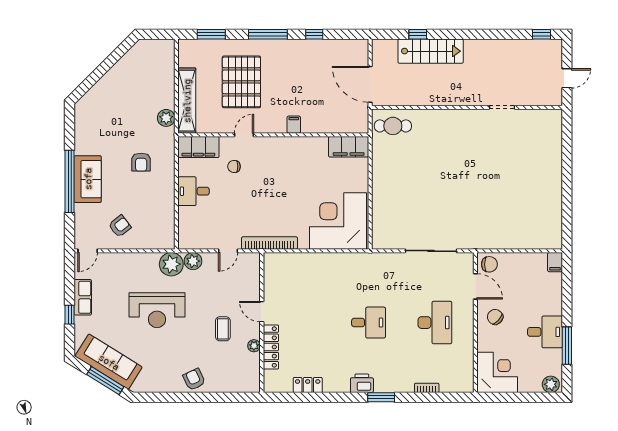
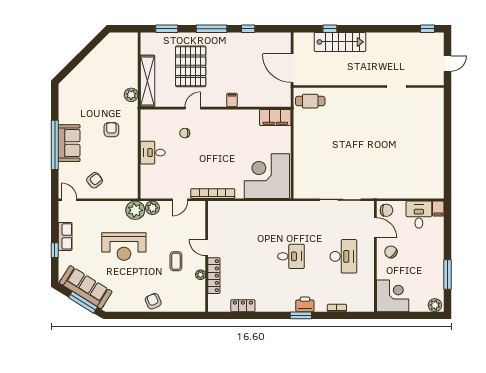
filing cabinet: (198, 147) -> (157, 118), removed
armchair: (141, 162) -> (111, 130), turned 180
door: (88, 251) -> (69, 200), swing flipped
desk: (545, 332) -> (419, 215), moved, turned -90
printer: (362, 383) -> (305, 304), moved

